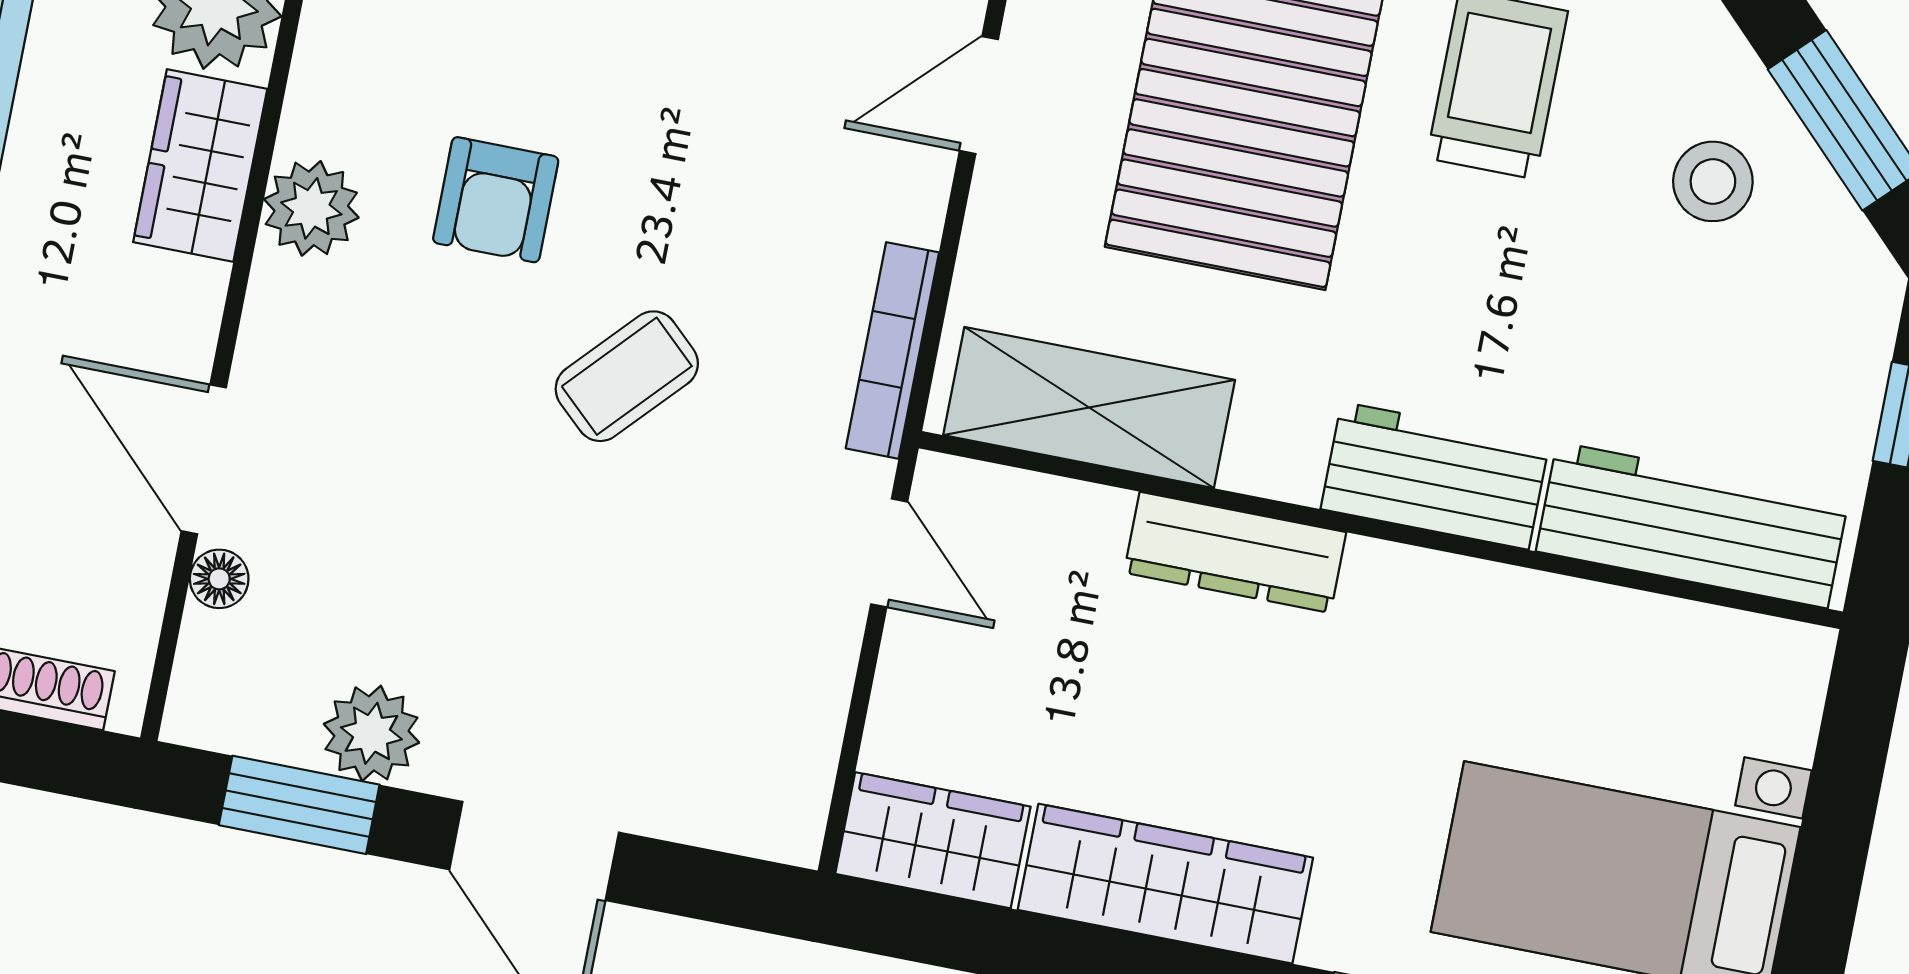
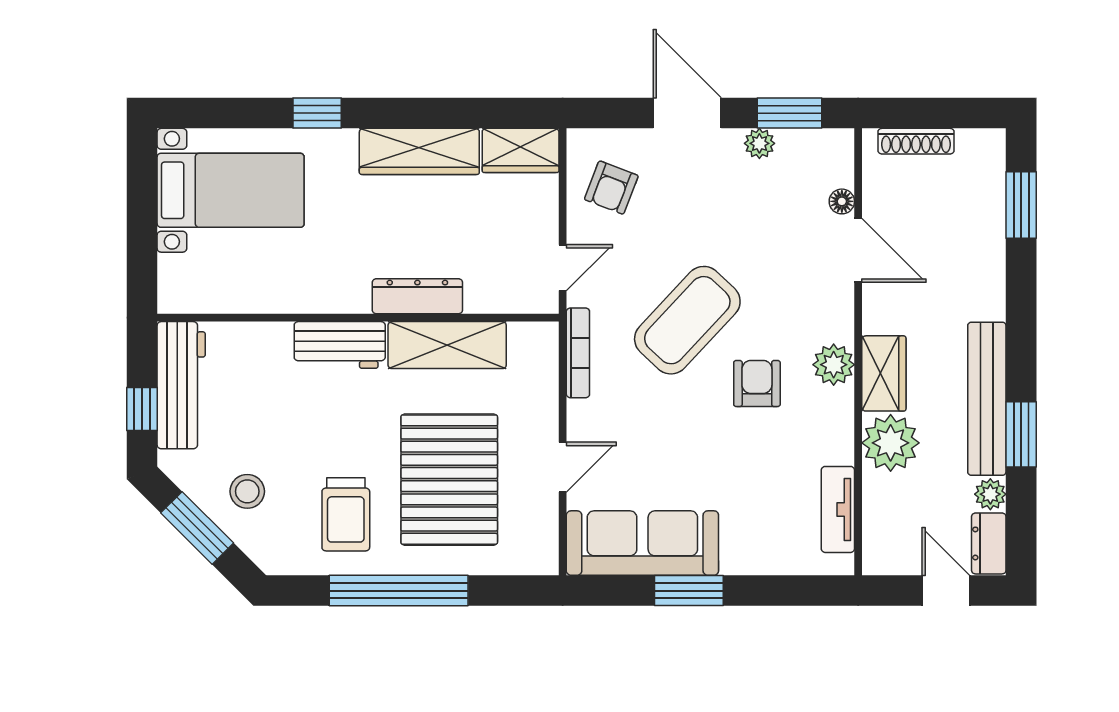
coffee table: (627, 376) -> (687, 320), width x1.86, depth x1.72
shelving: (1089, 407) -> (447, 345), moved
workbench: (1692, 525) -> (181, 385), moved, turned -90
door: (889, 553) -> (563, 268), swing flipped
armchair: (741, 714) -> (611, 188), added
plant: (371, 733) -> (759, 143), width x0.73, depth x0.73

